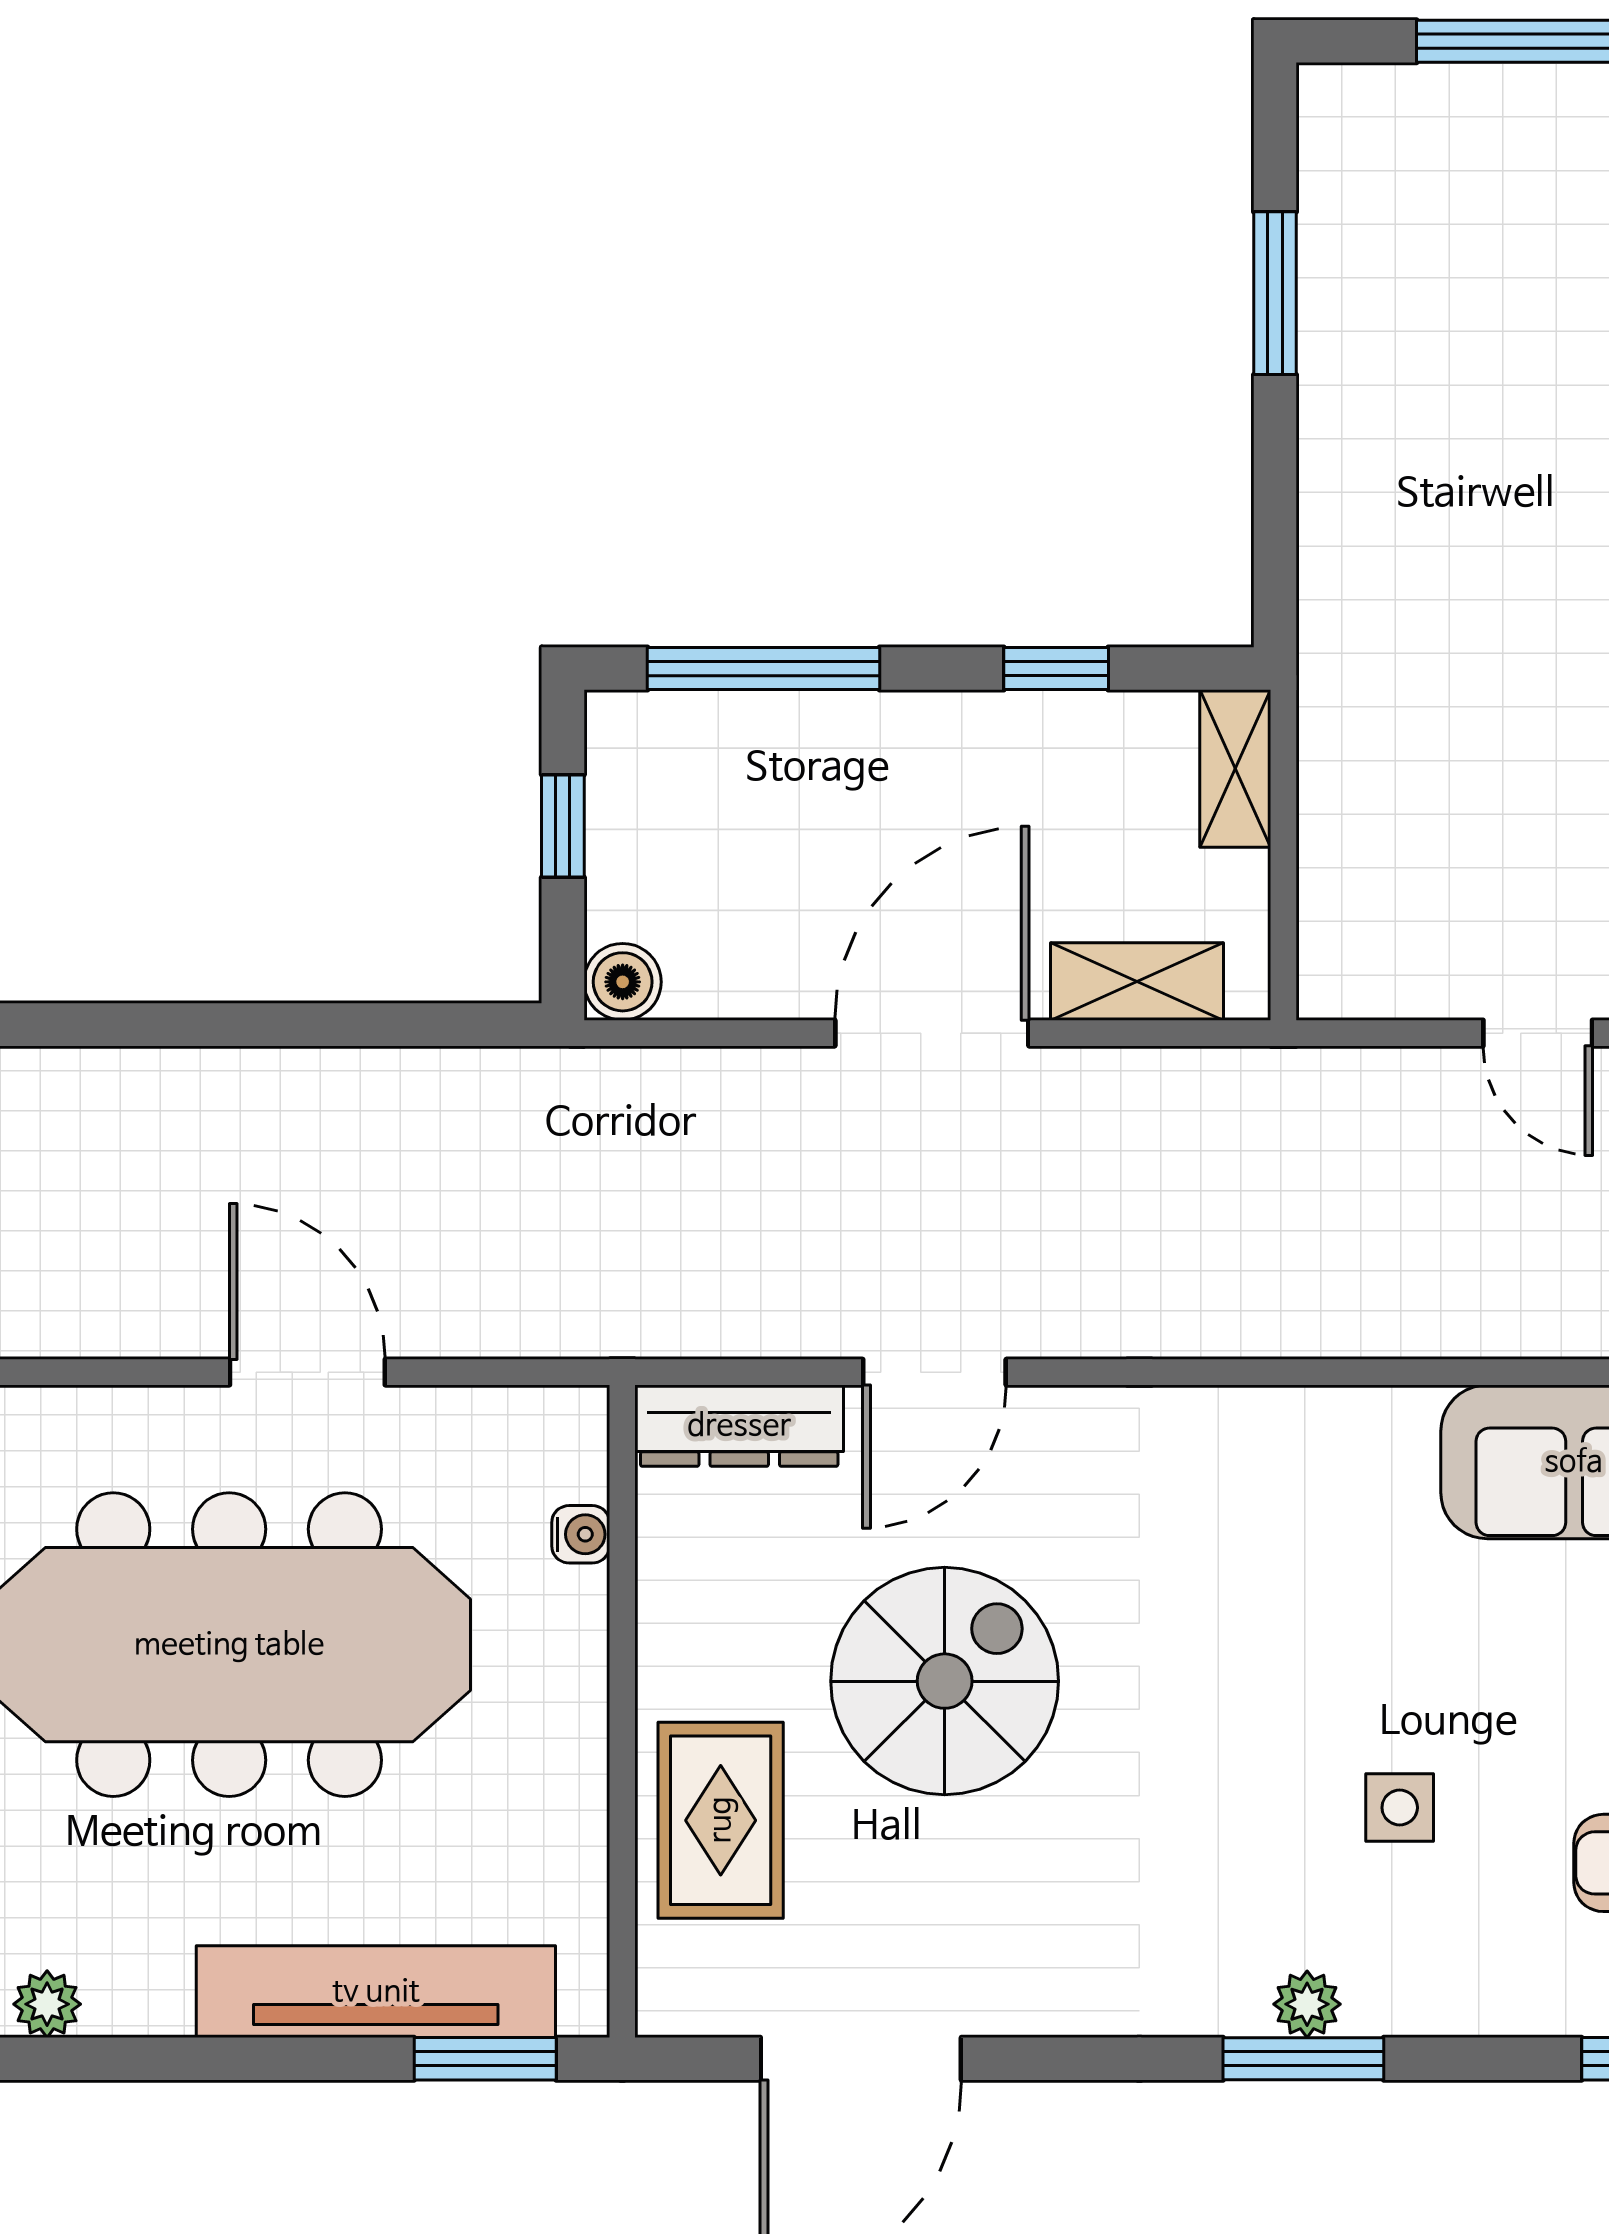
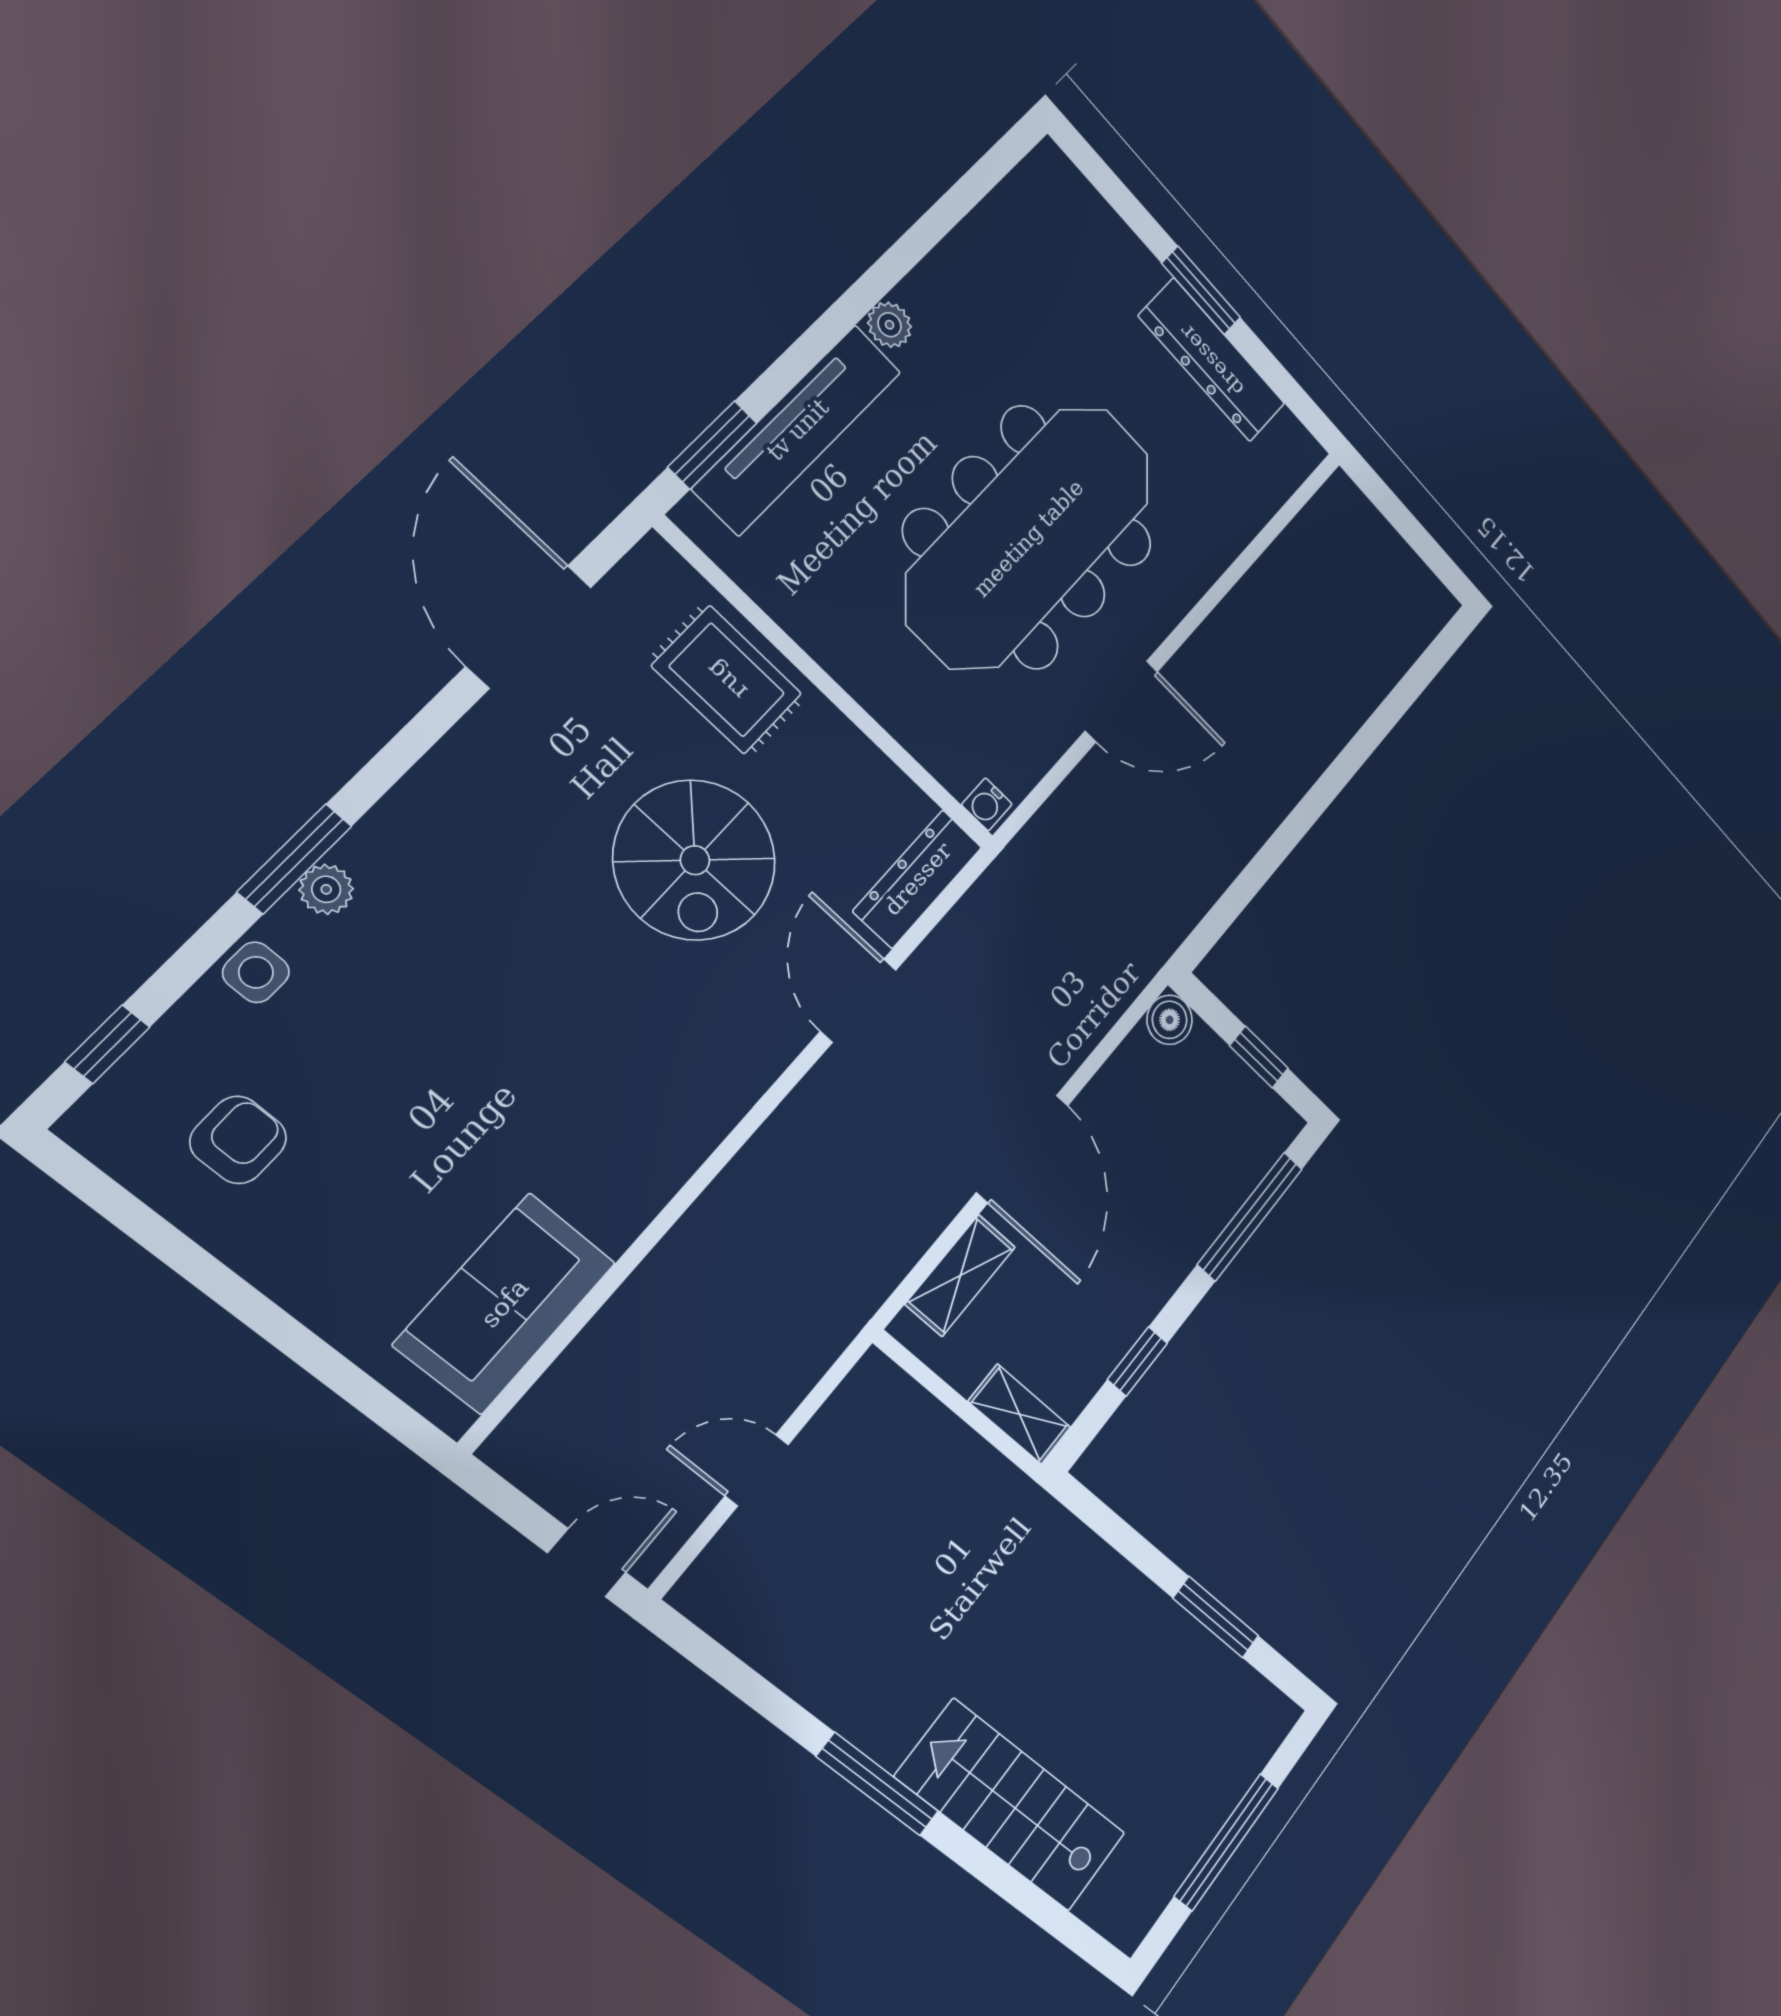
water cooler: (581, 1534) -> (987, 804), moved
side table: (1400, 1808) -> (256, 972), moved
plant: (47, 2004) -> (890, 325), moved

